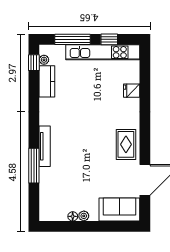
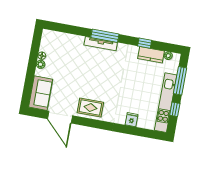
window: (34, 63) -> (145, 43), moved
window: (34, 166) -> (105, 36), moved

